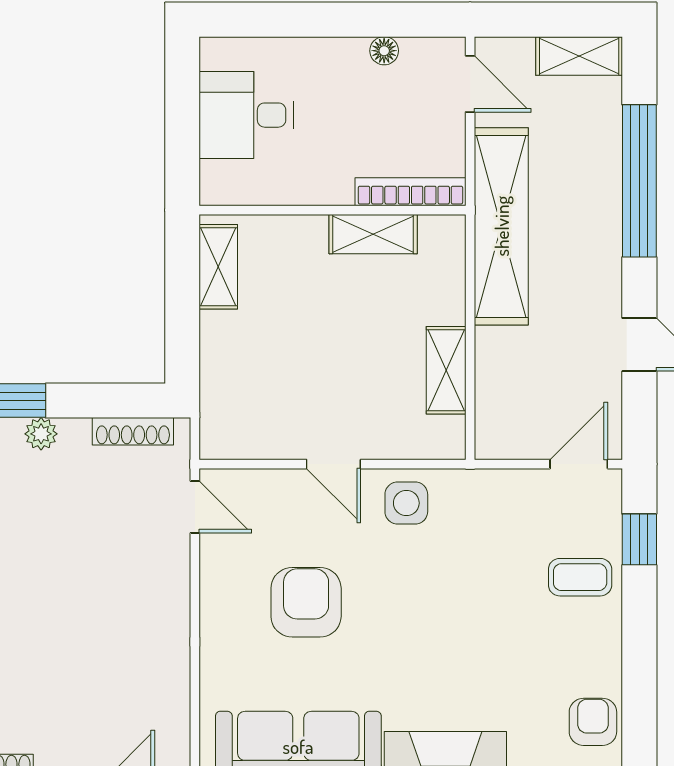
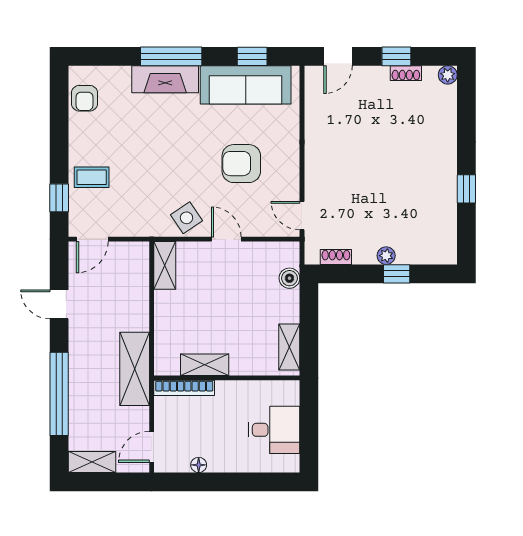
door: (470, 84) -> (152, 447), hinge flipped
shelving: (501, 226) -> (135, 369), width x0.68
shelving: (446, 370) -> (165, 265), moved
boiler: (218, 393) -> (289, 278), added
shoe rack: (133, 431) -> (336, 257), width x0.70
side table: (406, 503) -> (187, 218), turned -34
armchair: (306, 602) -> (241, 164), turned 90

